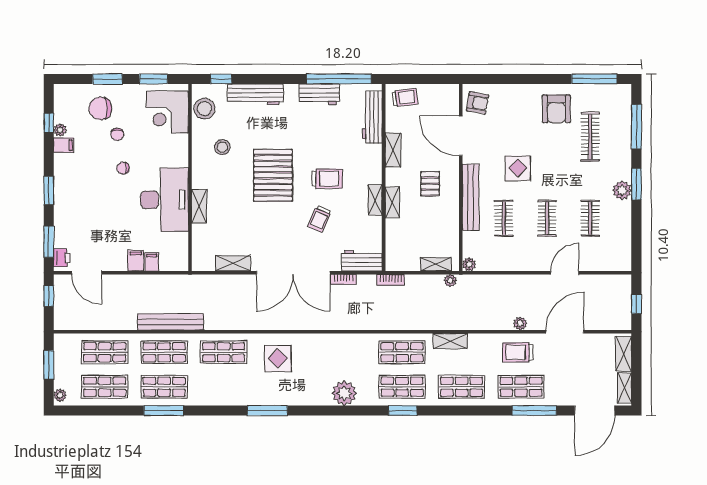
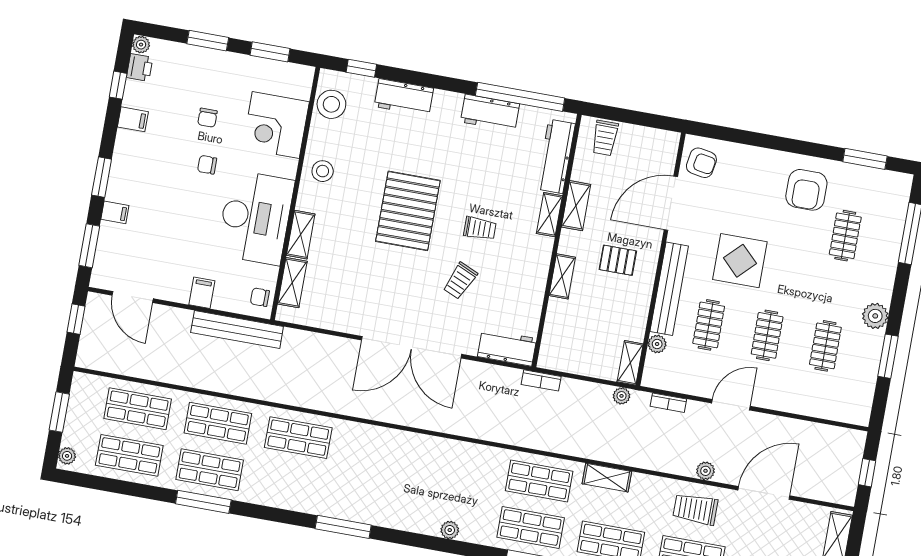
window: (594, 79) -> (865, 159), width x0.69
workbench: (255, 94) -> (404, 97), width x0.73
trolley: (405, 98) -> (605, 138), turned 97
chair: (100, 108) -> (260, 297), moved, width x0.54, depth x0.54
corner desk: (167, 112) -> (276, 125), moved
plant: (60, 130) -> (141, 45), moved
door: (461, 136) -> (671, 203), hinge flipped
clothes rail: (590, 137) -> (845, 236), width x0.73
stool: (222, 147) -> (323, 171), moved
display table: (518, 168) -> (740, 261), width x1.36, depth x1.36
trolley: (327, 179) -> (480, 228), width x0.73, depth x0.72
pallet: (430, 184) -> (618, 260), turned 90
window: (636, 184) -> (888, 356), moved
shelving: (375, 200) -> (549, 215), moved
printer: (62, 258) -> (140, 67), moved
filing cabinet: (152, 262) -> (115, 212), moved, turned 90
shelving: (233, 263) -> (292, 283), moved, turned 90
shelving: (436, 264) -> (630, 363), moved, turned 90
plant: (469, 264) -> (657, 344), moved
door: (565, 273) -> (731, 405), moved
bookcase: (344, 279) -> (668, 403), moved
bench: (171, 322) -> (237, 329), moved
display table: (278, 358) -> (370, 459), removed
plant: (344, 393) -> (450, 530), width x0.53, depth x0.53

